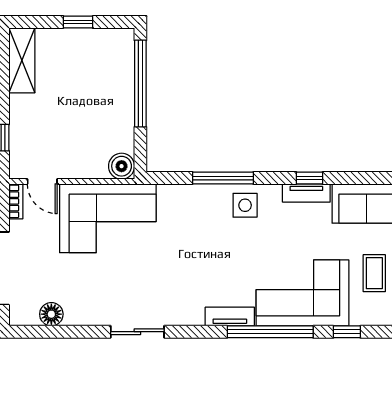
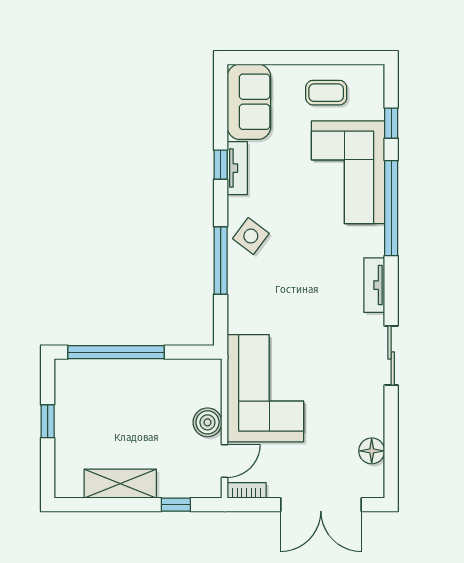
shelving: (22, 60) -> (120, 484), moved
boiler: (122, 166) -> (207, 422), moved
side table: (245, 205) -> (251, 236), turned 37
tv unit: (230, 317) -> (374, 285), moved

